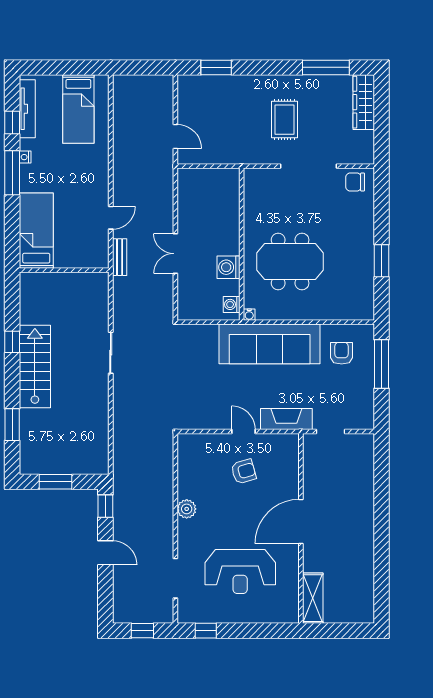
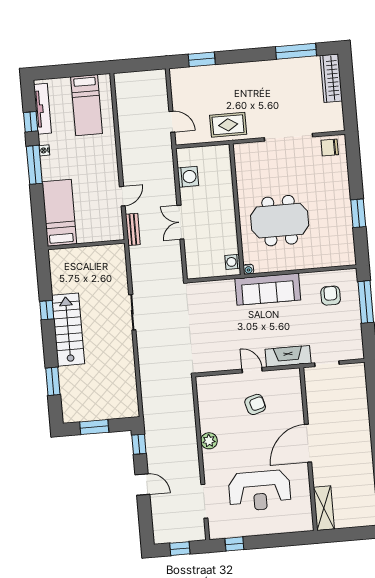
rug: (285, 120) -> (228, 125), moved, turned 90
washing machine: (228, 267) -> (188, 177), moved, turned 180
sofa: (270, 344) -> (268, 289), width x0.74, depth x0.79

